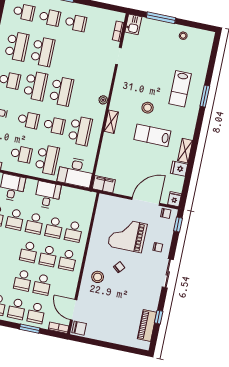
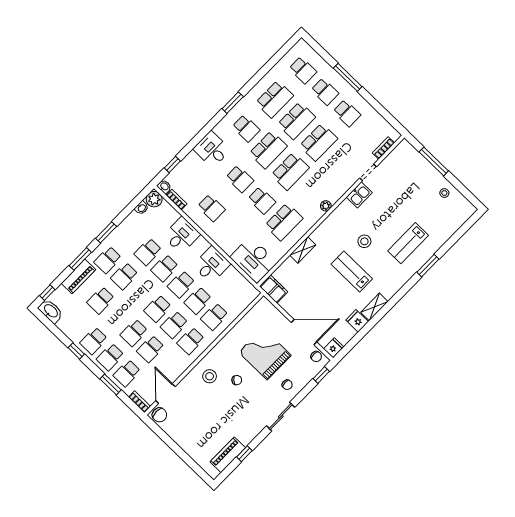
kitchen sink: (133, 24) -> (359, 195), moved
shelving: (111, 122) -> (303, 250), moved
school desk: (47, 160) -> (319, 142), moved

